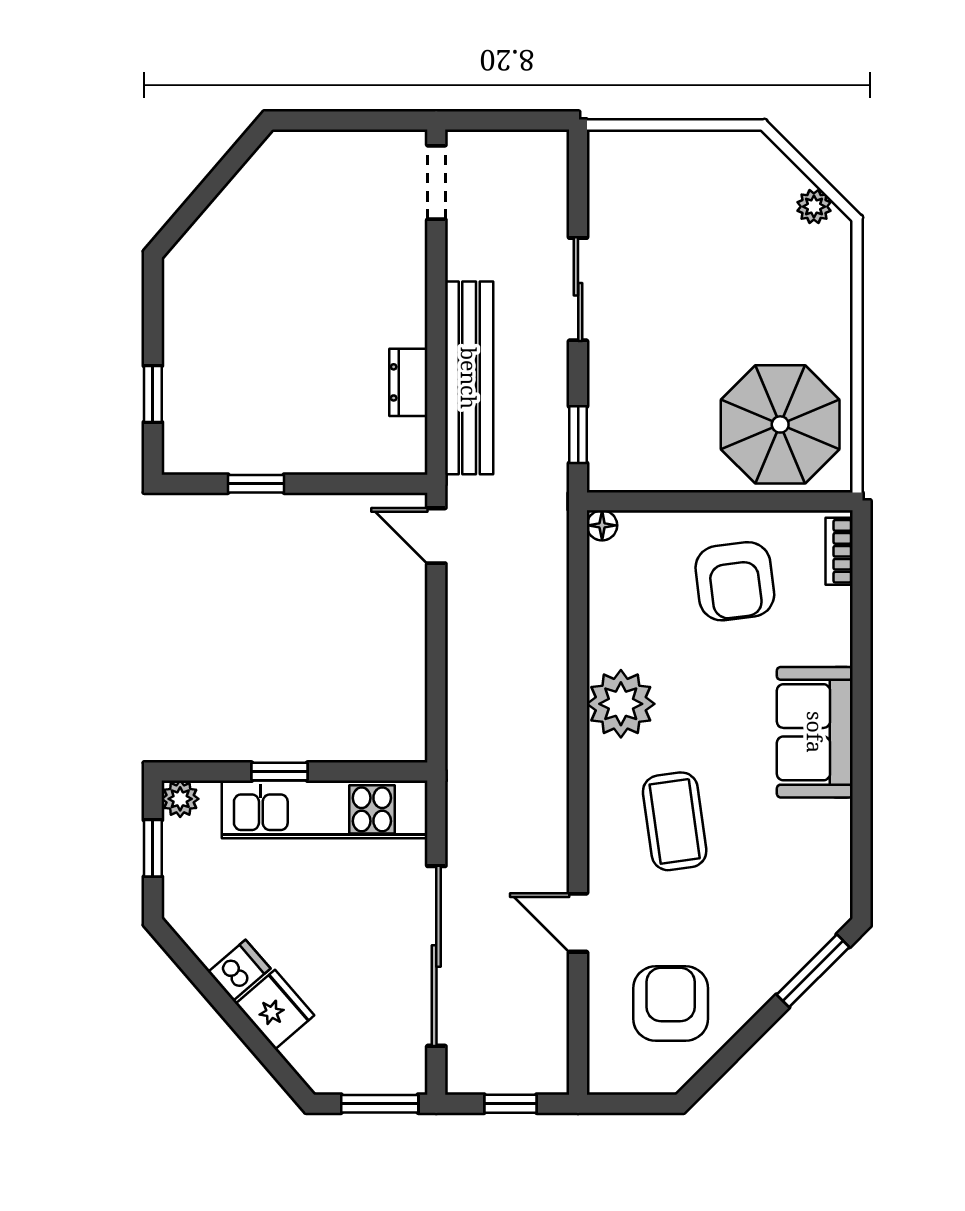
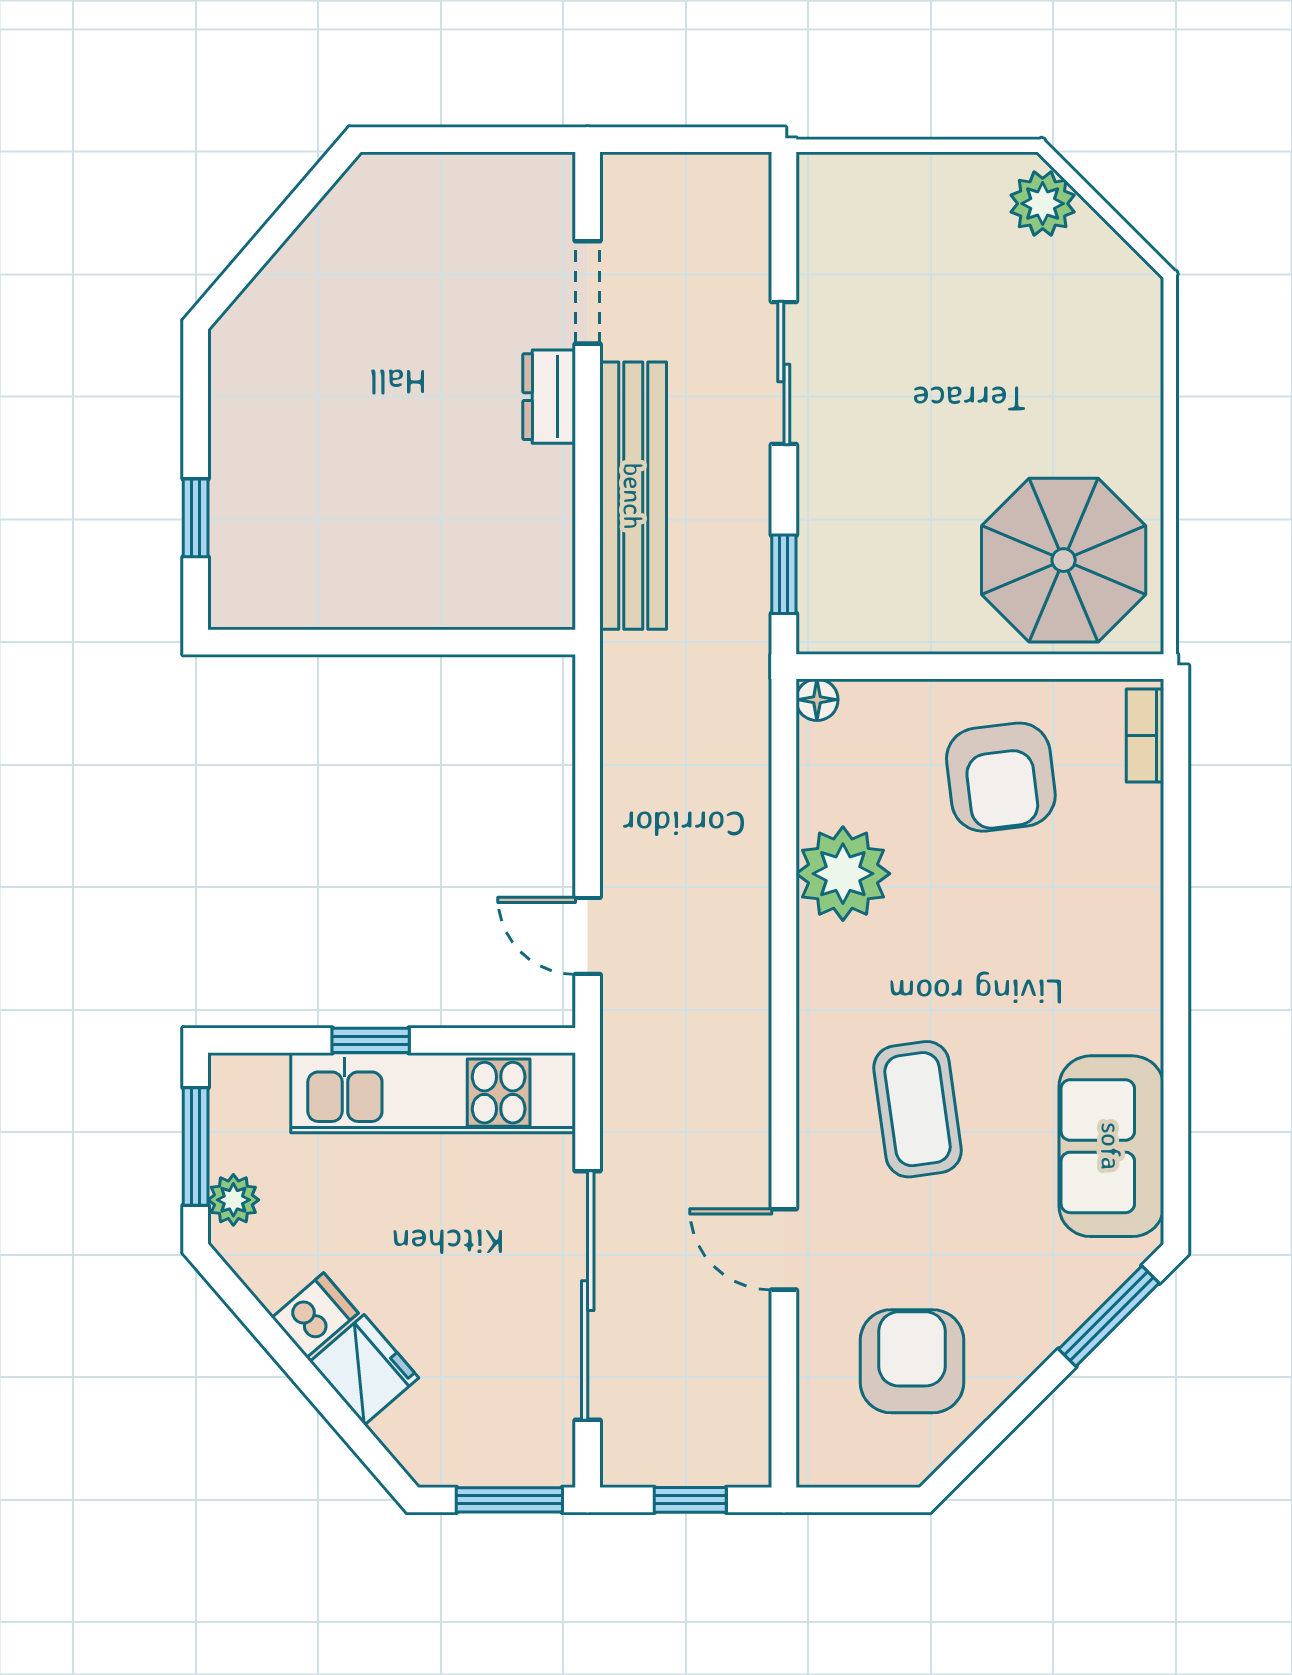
doorway: (436, 182) -> (588, 292), moved
plant: (814, 207) -> (1043, 204), moved, width x1.38, depth x1.38
dresser: (408, 382) -> (549, 397), moved
window: (256, 484) -> (338, 642), removed
door: (436, 536) -> (588, 936), moved
plant: (621, 704) -> (843, 874), moved
sofa: (815, 732) -> (1111, 1146), moved
plant: (180, 799) -> (233, 1200), moved
window: (153, 848) -> (196, 1147), width x1.50

